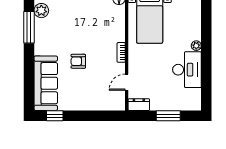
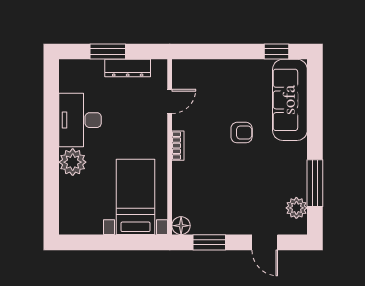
plant: (196, 46) -> (73, 162), width x1.87, depth x1.87
dresser: (139, 105) -> (128, 68), moved, width x1.44

